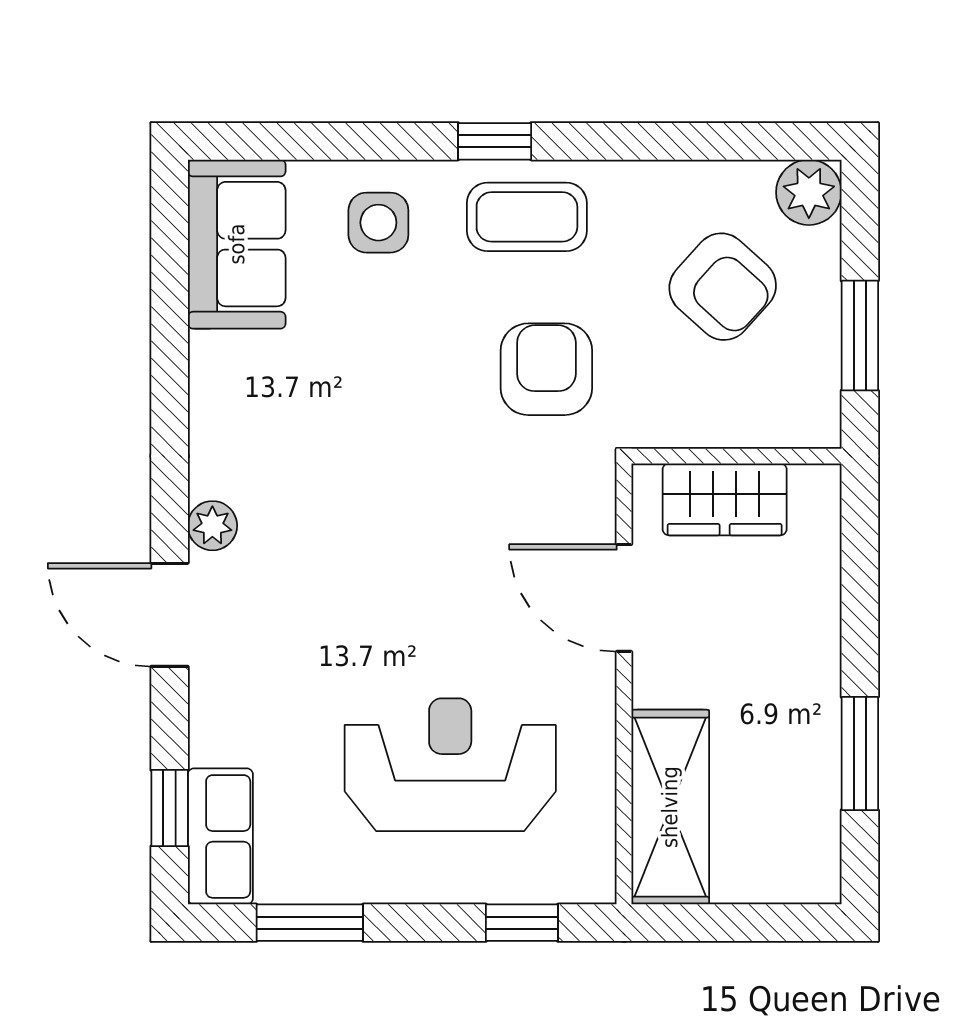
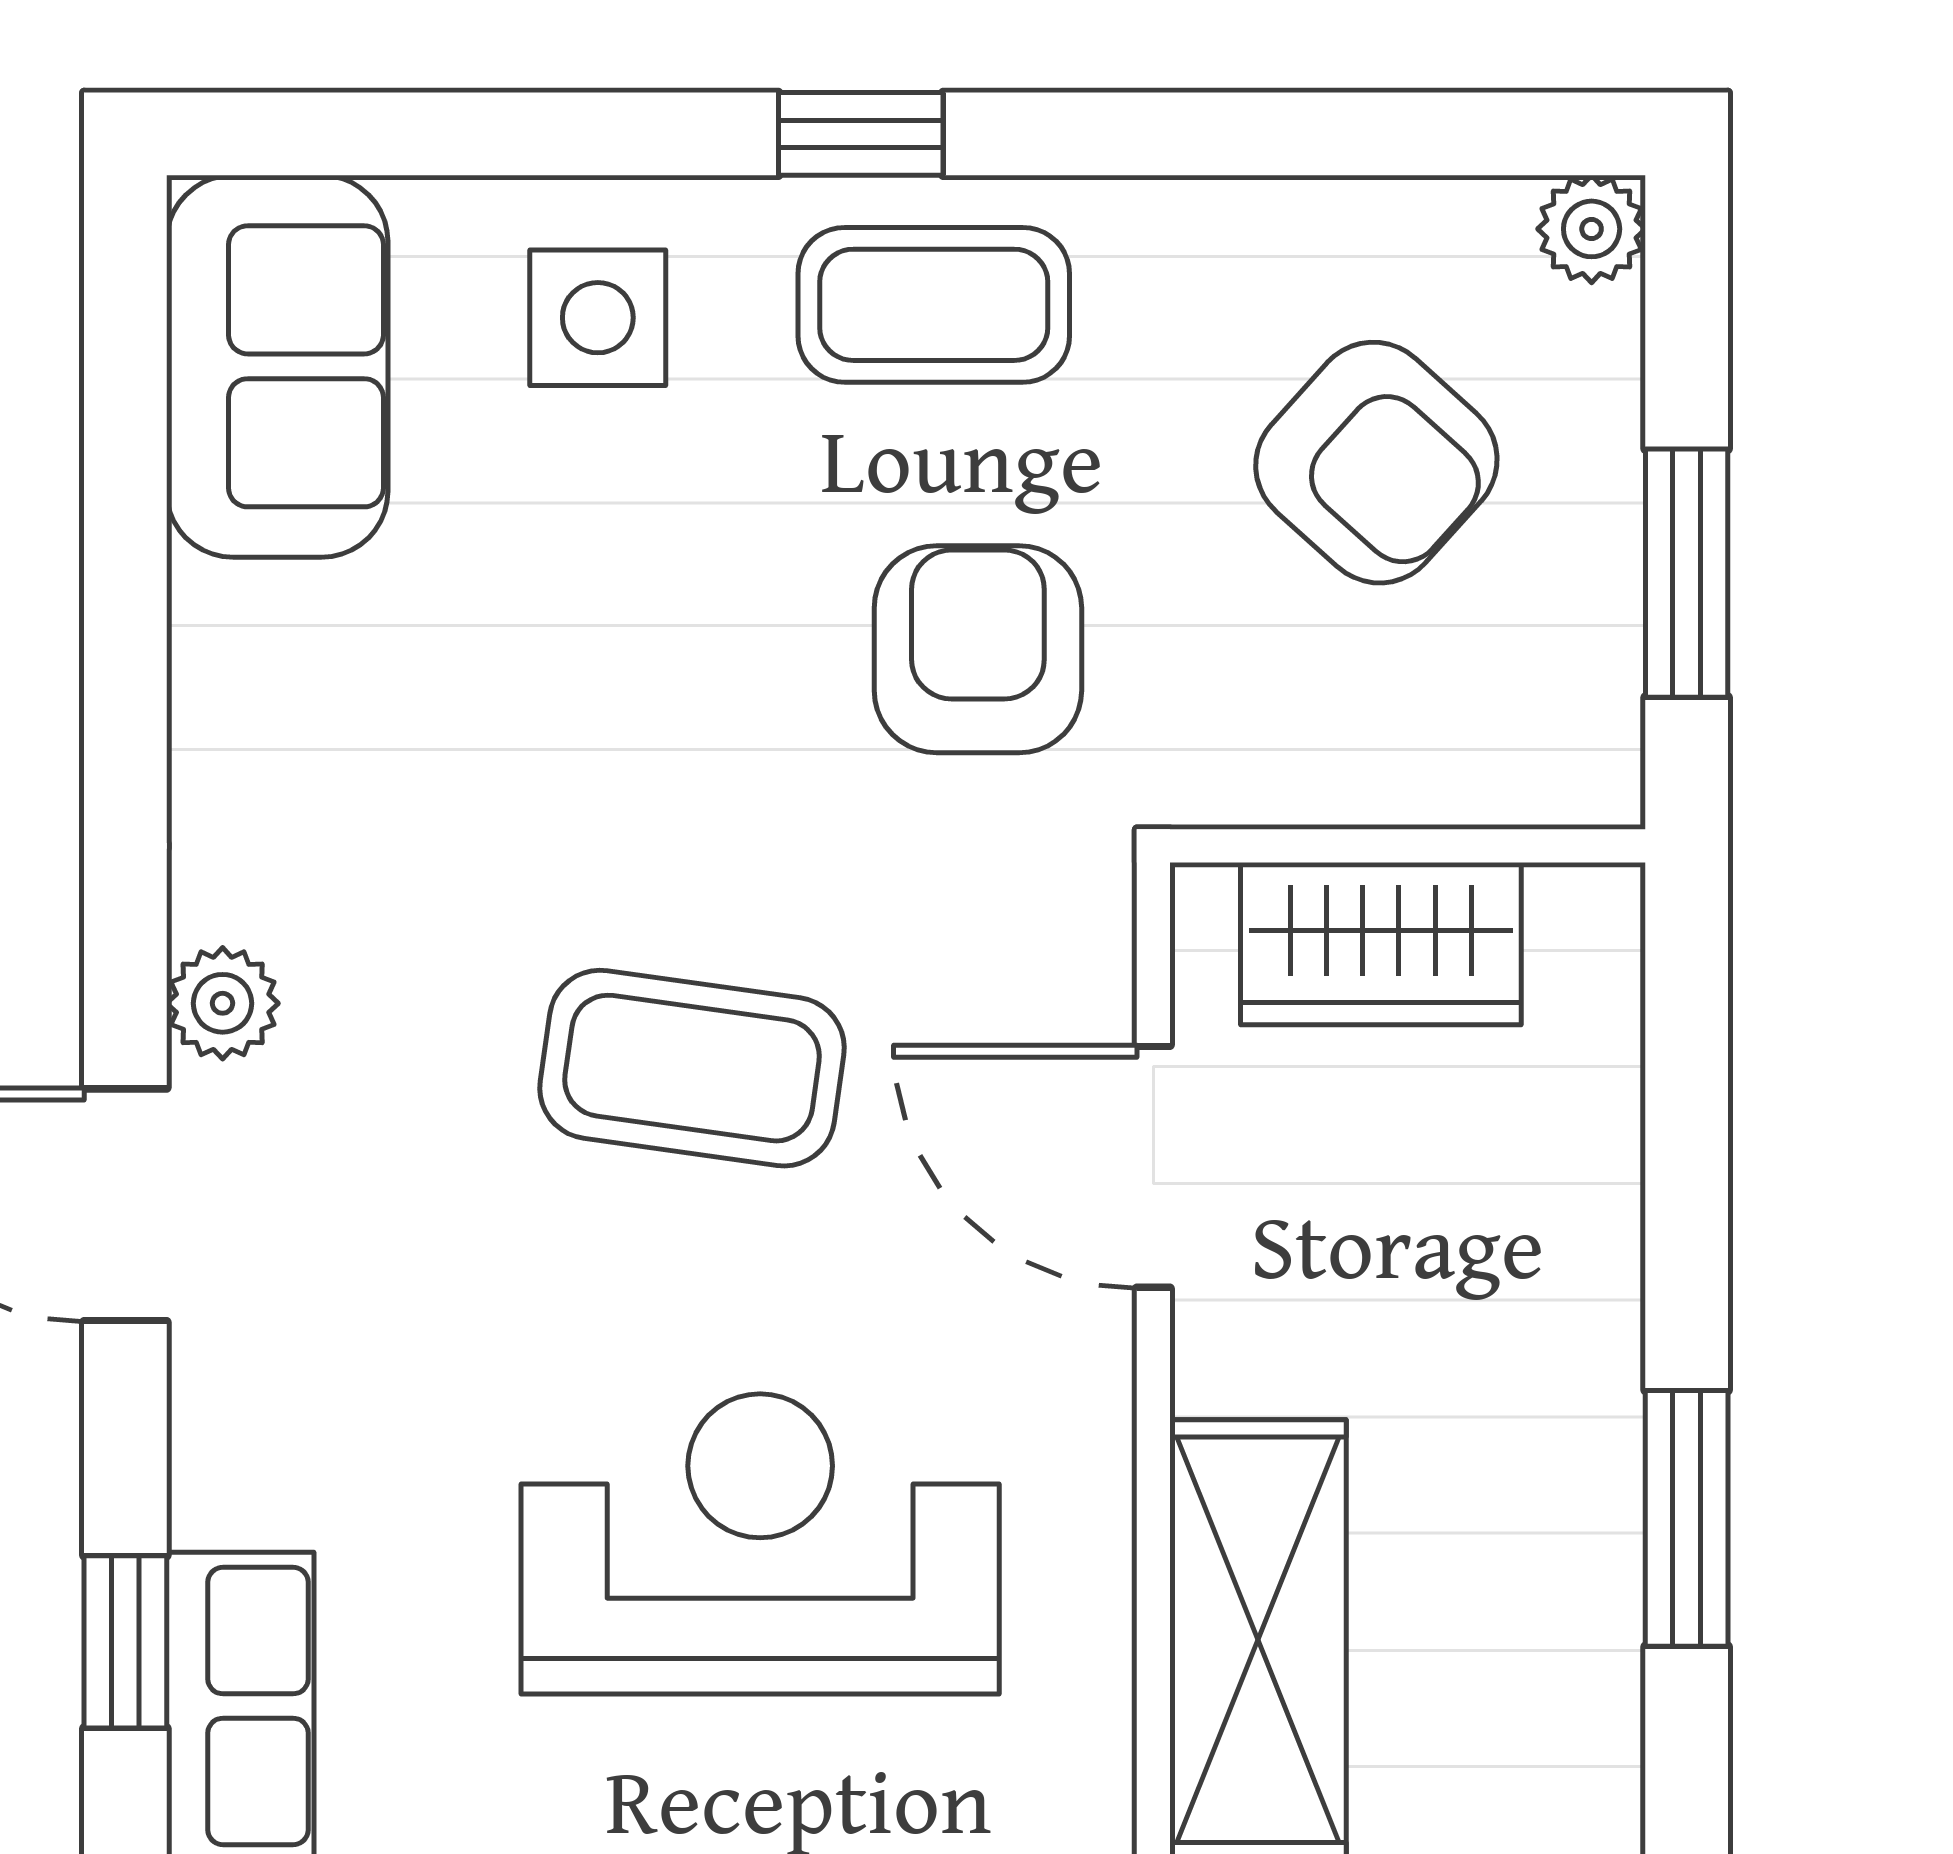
plant: (809, 192) -> (1592, 229), width x0.73, depth x0.73
coffee table: (420, 554) -> (692, 1068), added

